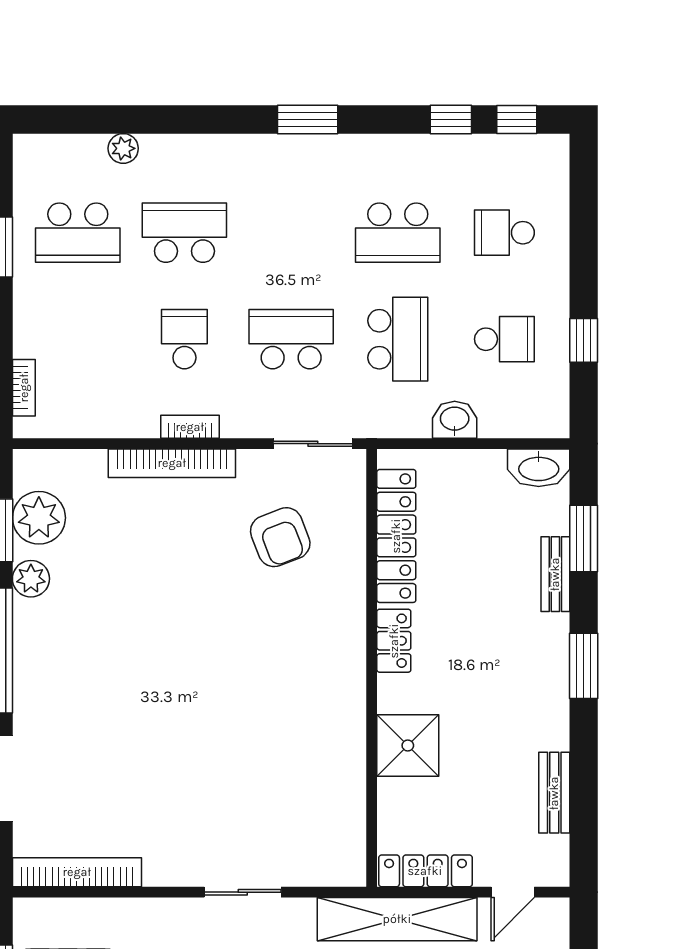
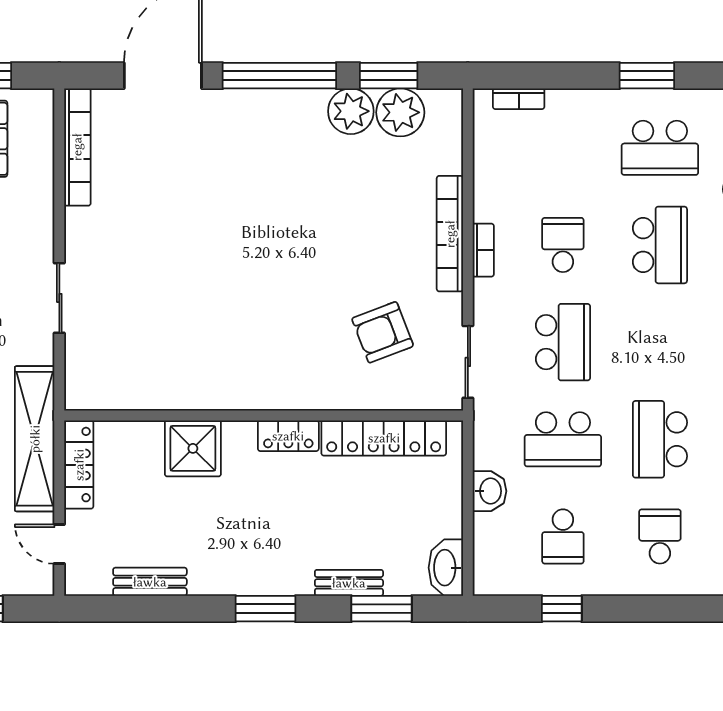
school desk: (78, 233) -> (660, 148), turned -90
school desk: (184, 339) -> (563, 245), turned -90
plant: (31, 579) -> (351, 111), width x1.36, depth x1.36

